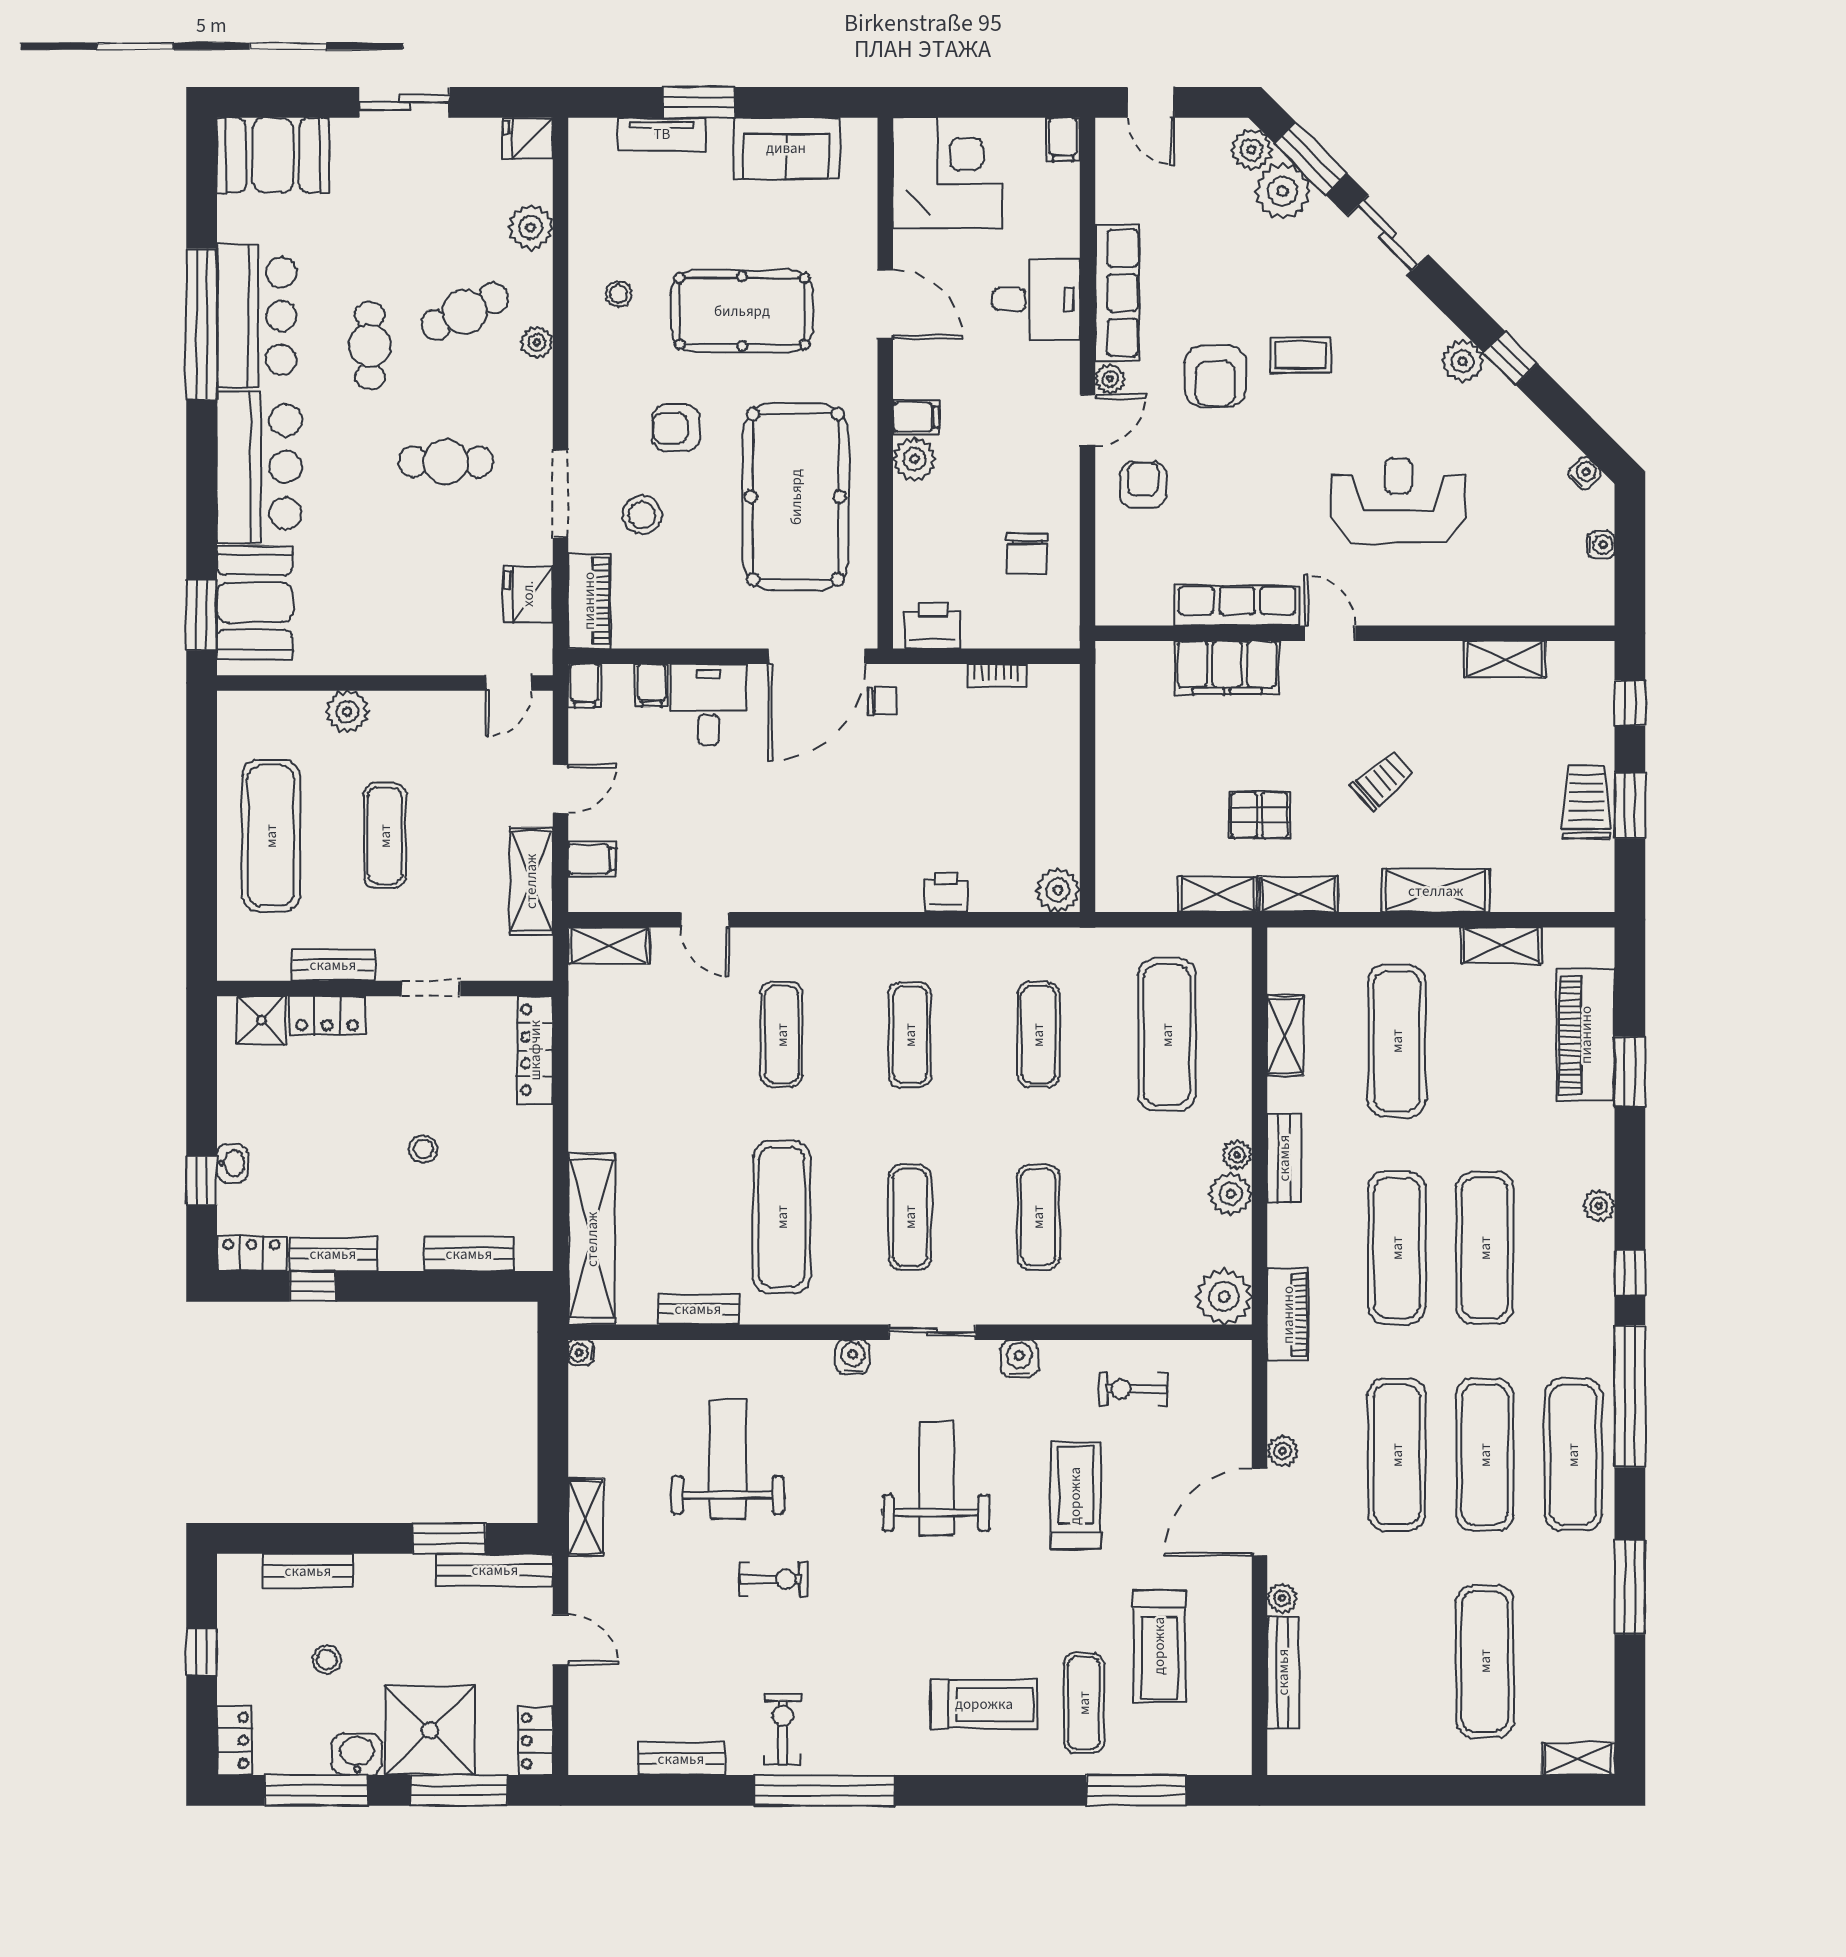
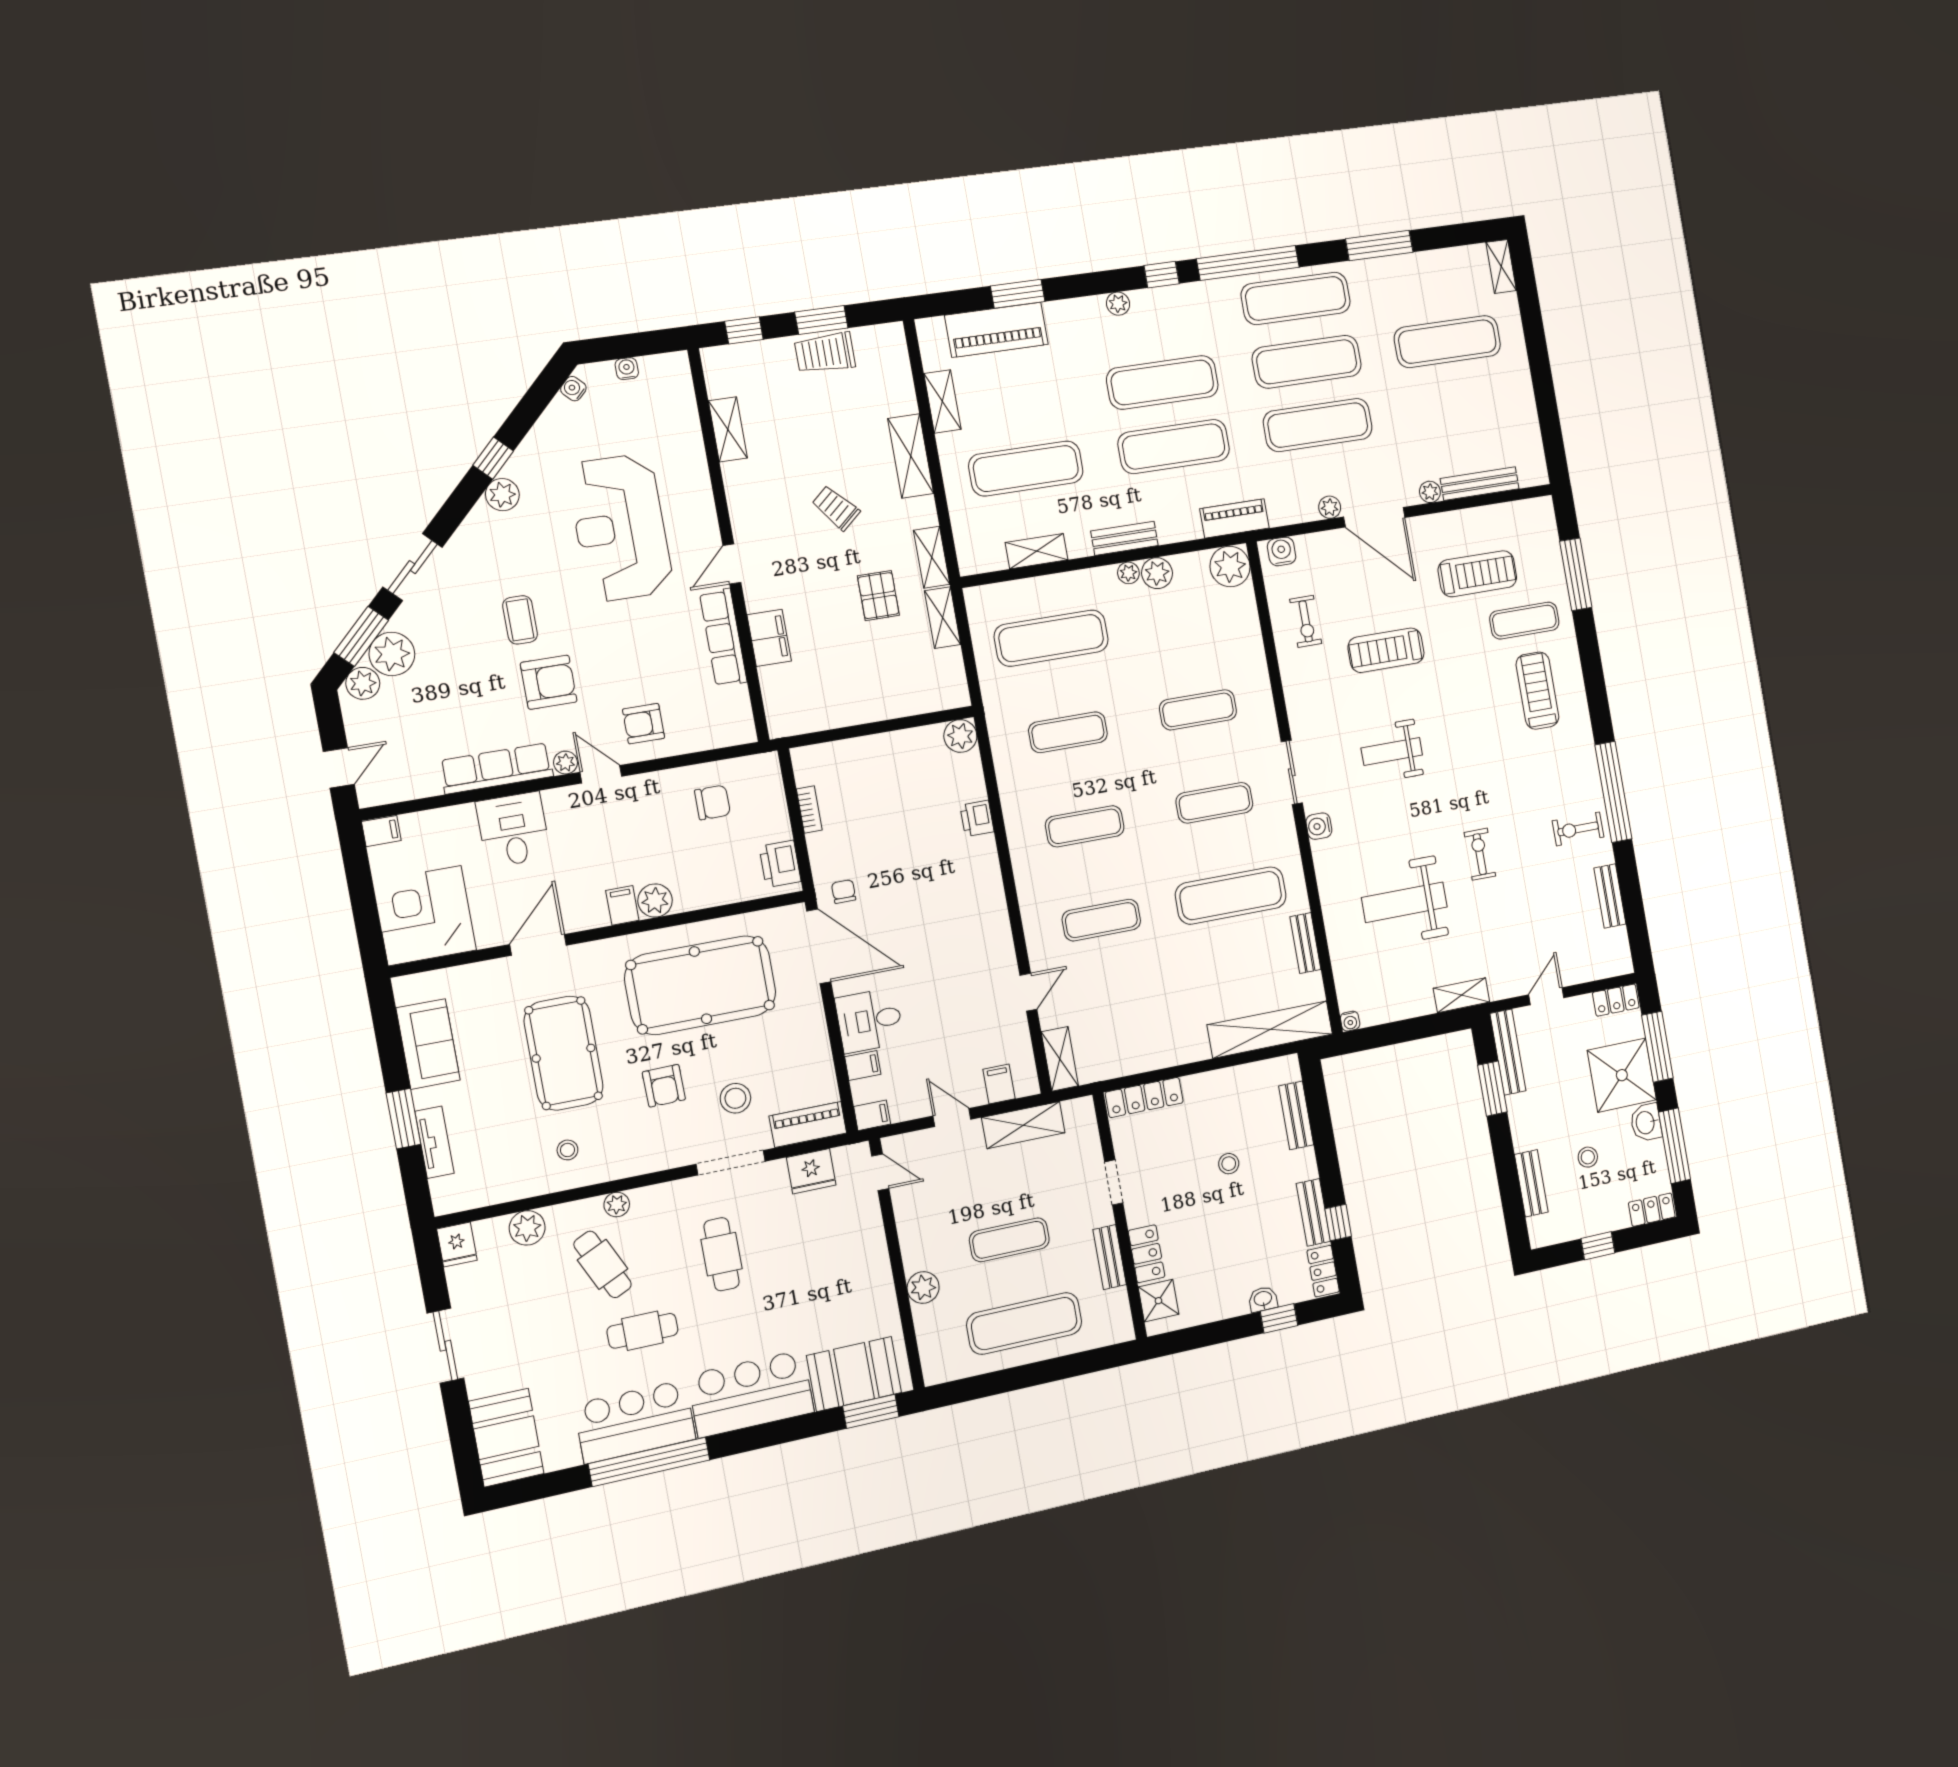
reception desk: (1398, 500) -> (620, 528), width x1.36, depth x1.30
filing cabinet: (1227, 668) -> (769, 638), width x0.67, depth x0.86
water cooler: (1019, 1359) -> (1282, 551), moved, turned 90
weight bench: (936, 1479) -> (1392, 751), width x0.73, depth x0.75

